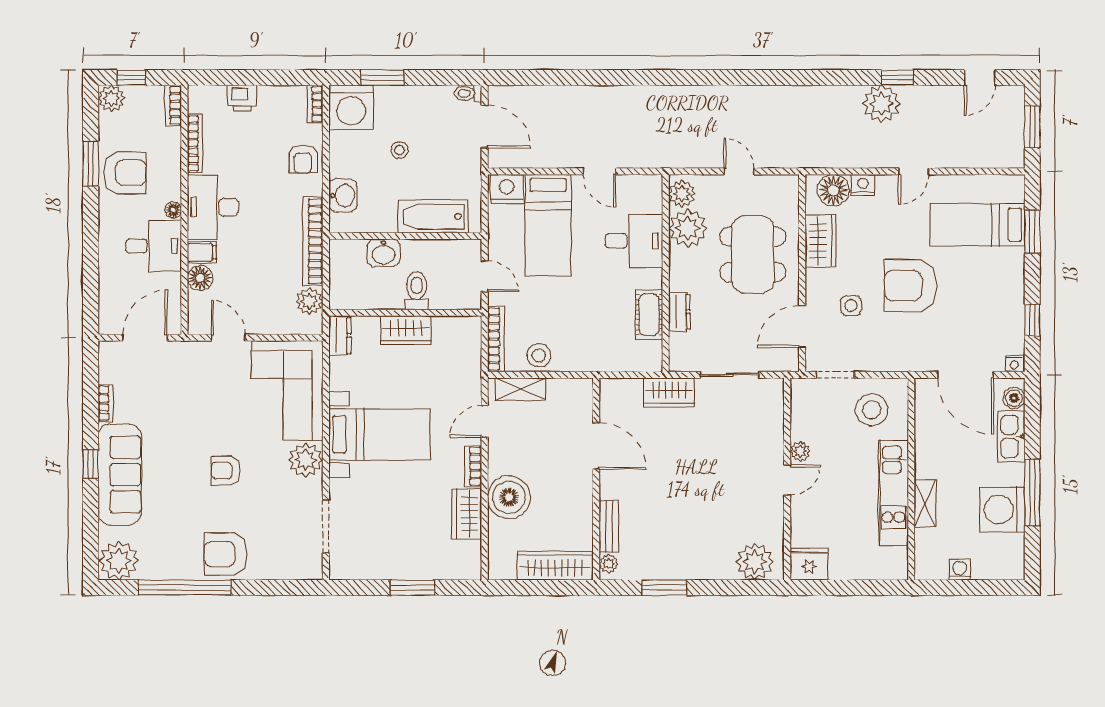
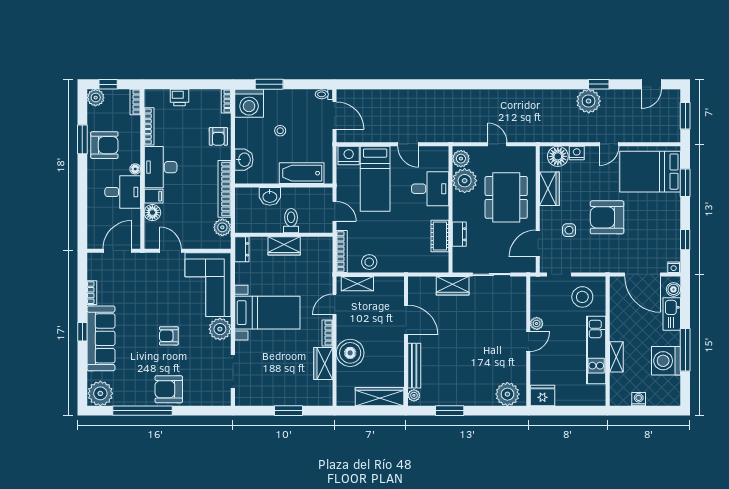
bed: (978, 225) -> (650, 172), width x1.50
bench: (609, 526) -> (414, 366), width x1.36

